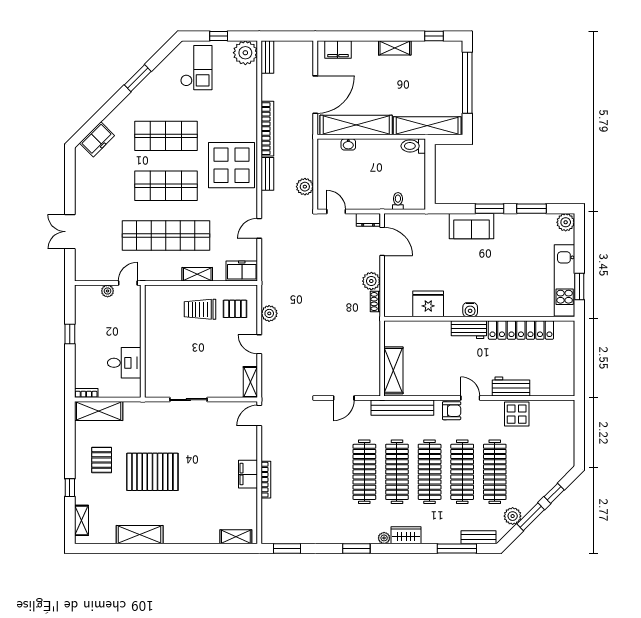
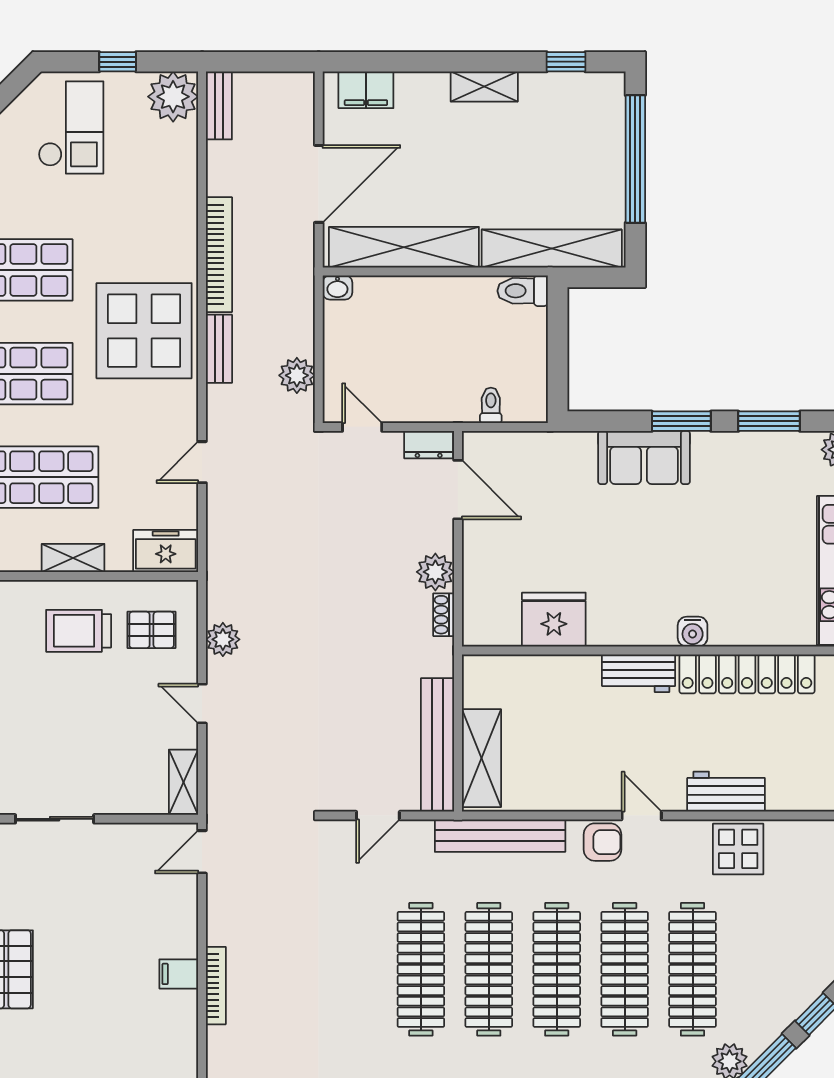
washbasin: (348, 144) -> (337, 288), moved
water cooler: (470, 310) -> (693, 632), moved
bench: (372, 364) -> (437, 745), added
filing cabinet: (248, 474) -> (179, 974), width x0.50

